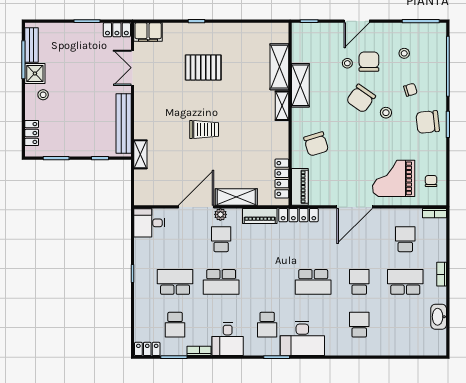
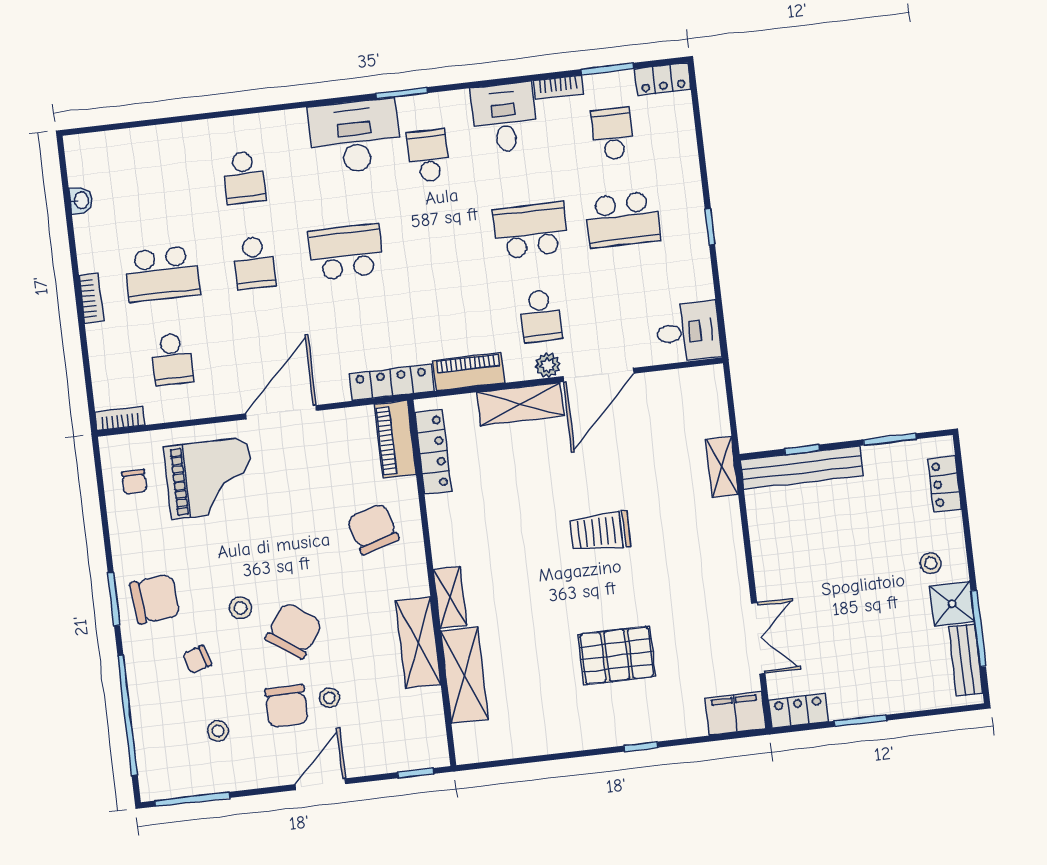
bench: (124, 124) -> (802, 468), moved, turned 90
washbasin: (439, 317) -> (81, 200), width x0.52, depth x0.69

